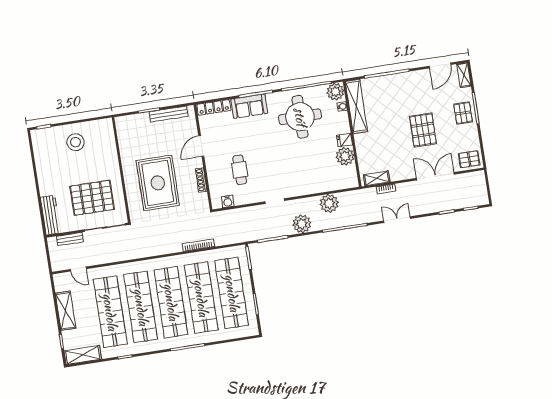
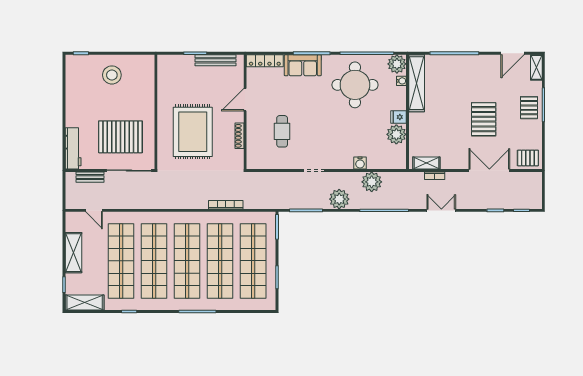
water cooler: (228, 201) -> (360, 163), moved

